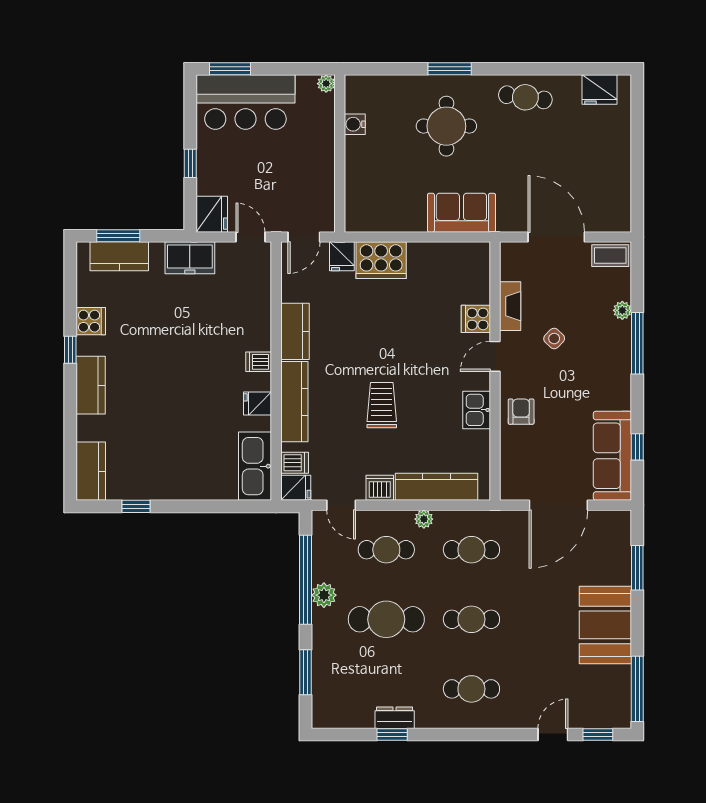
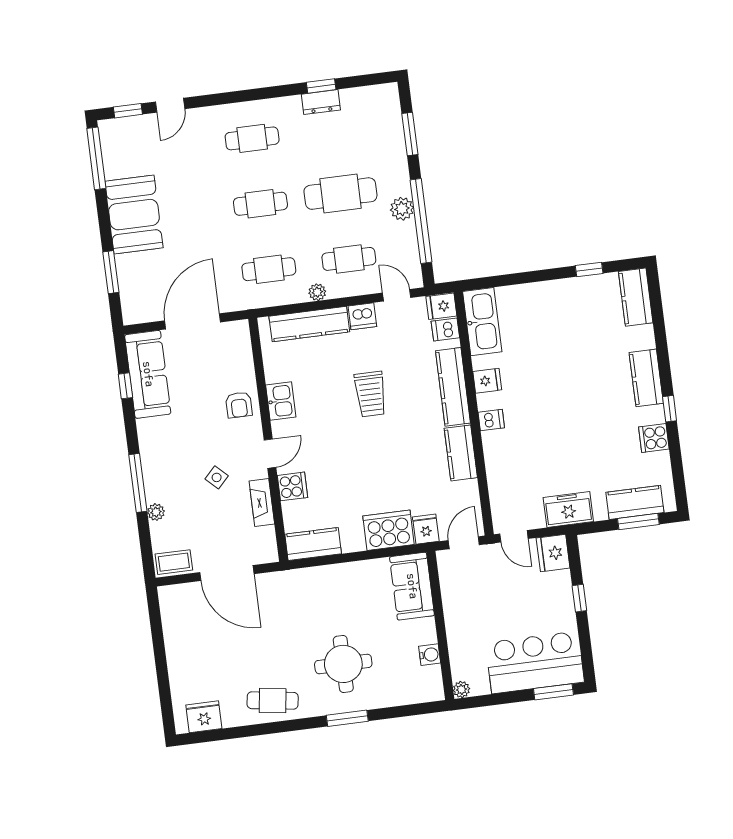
sofa: (461, 213) -> (412, 586), moved, turned 90
kitchen counter: (462, 256) -> (313, 544), added

